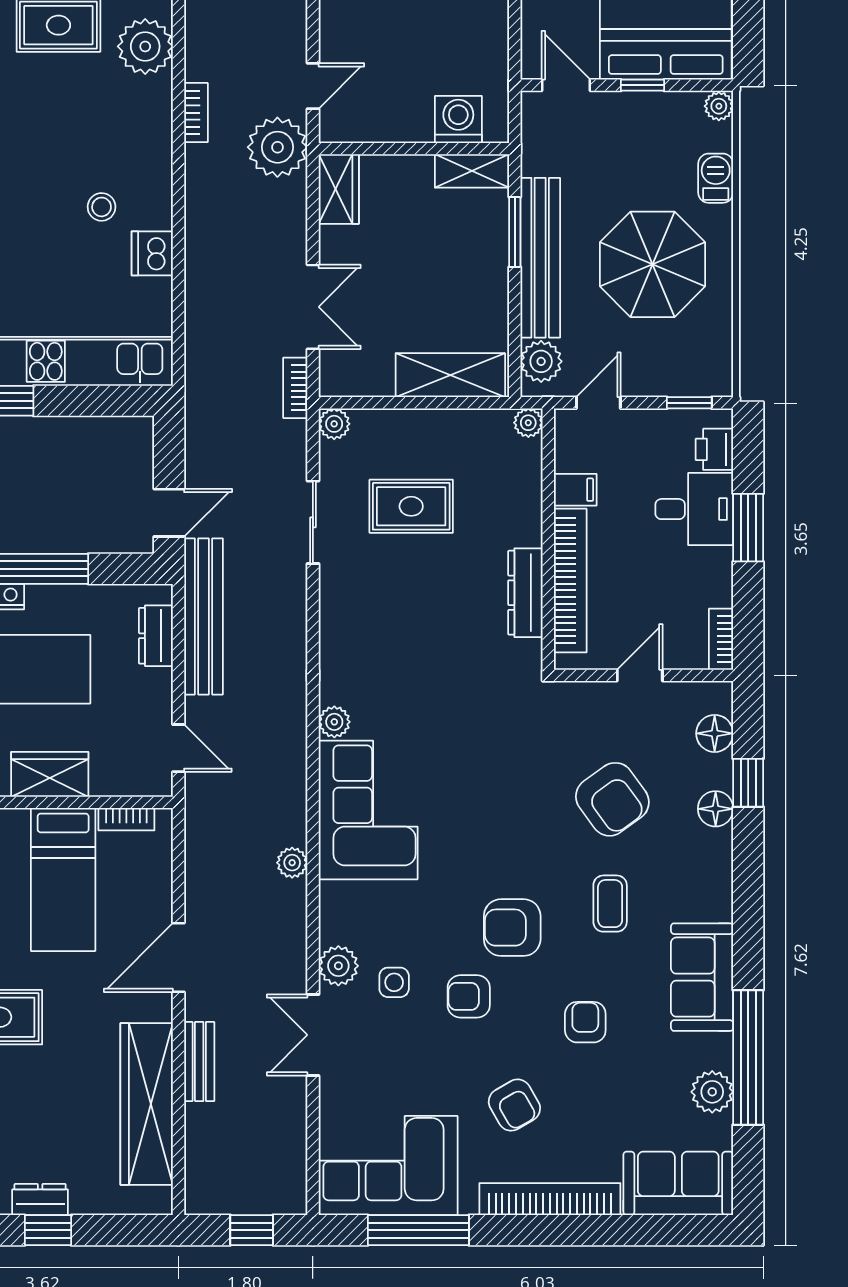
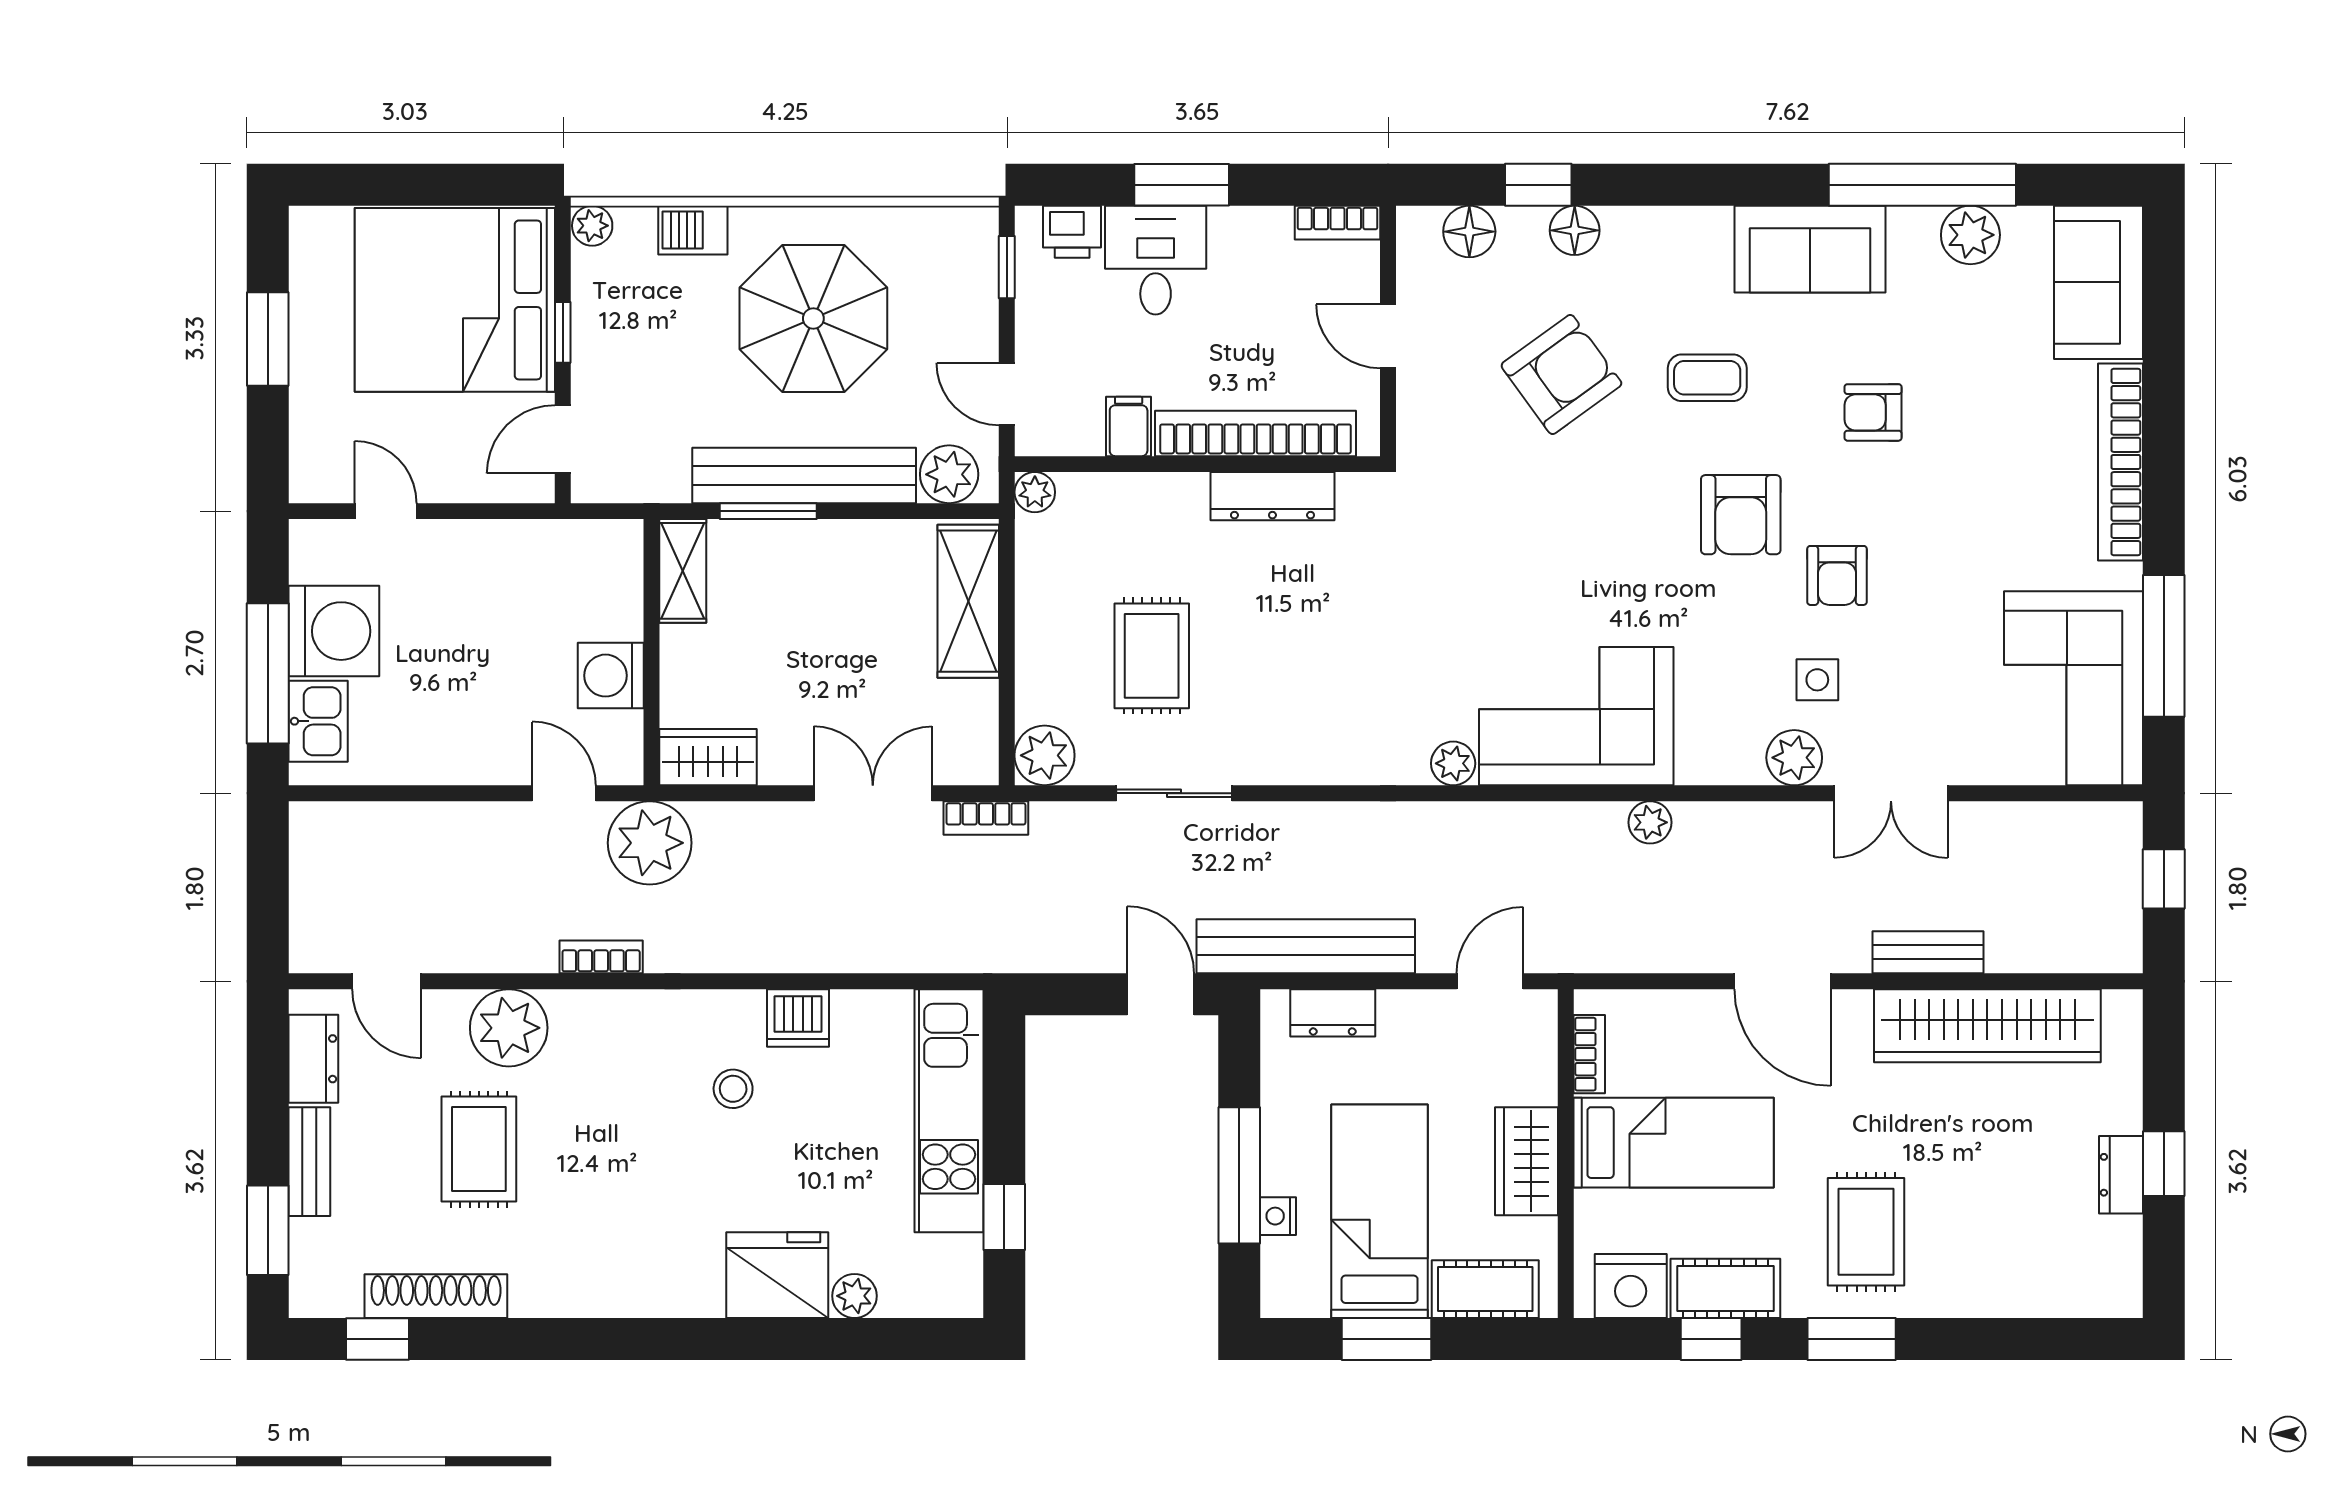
washing machine: (458, 119) -> (611, 676), moved
plant: (334, 424) -> (1045, 755), width x1.38, depth x1.38
armchair: (514, 1105) -> (1989, 512), removed

